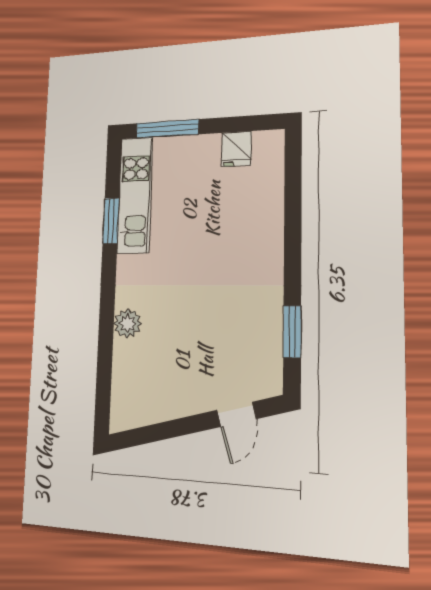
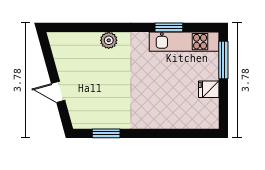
fridge: (237, 149) -> (209, 89), moved
door: (236, 414) -> (58, 92), moved

